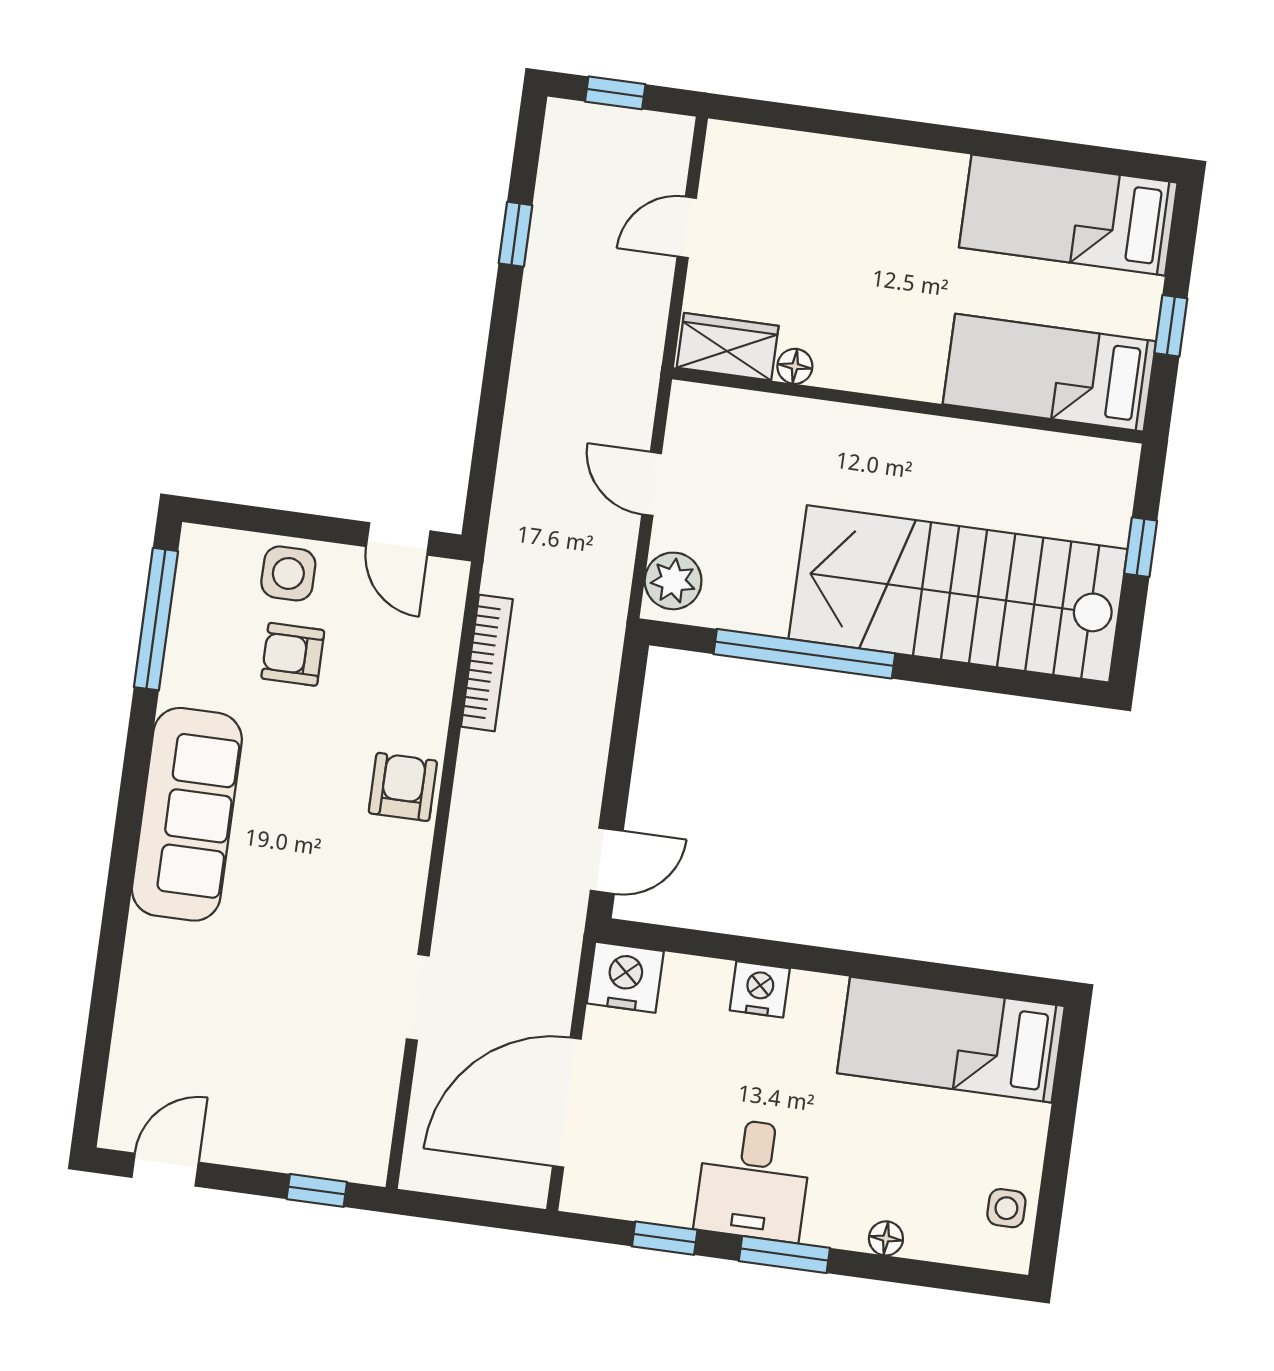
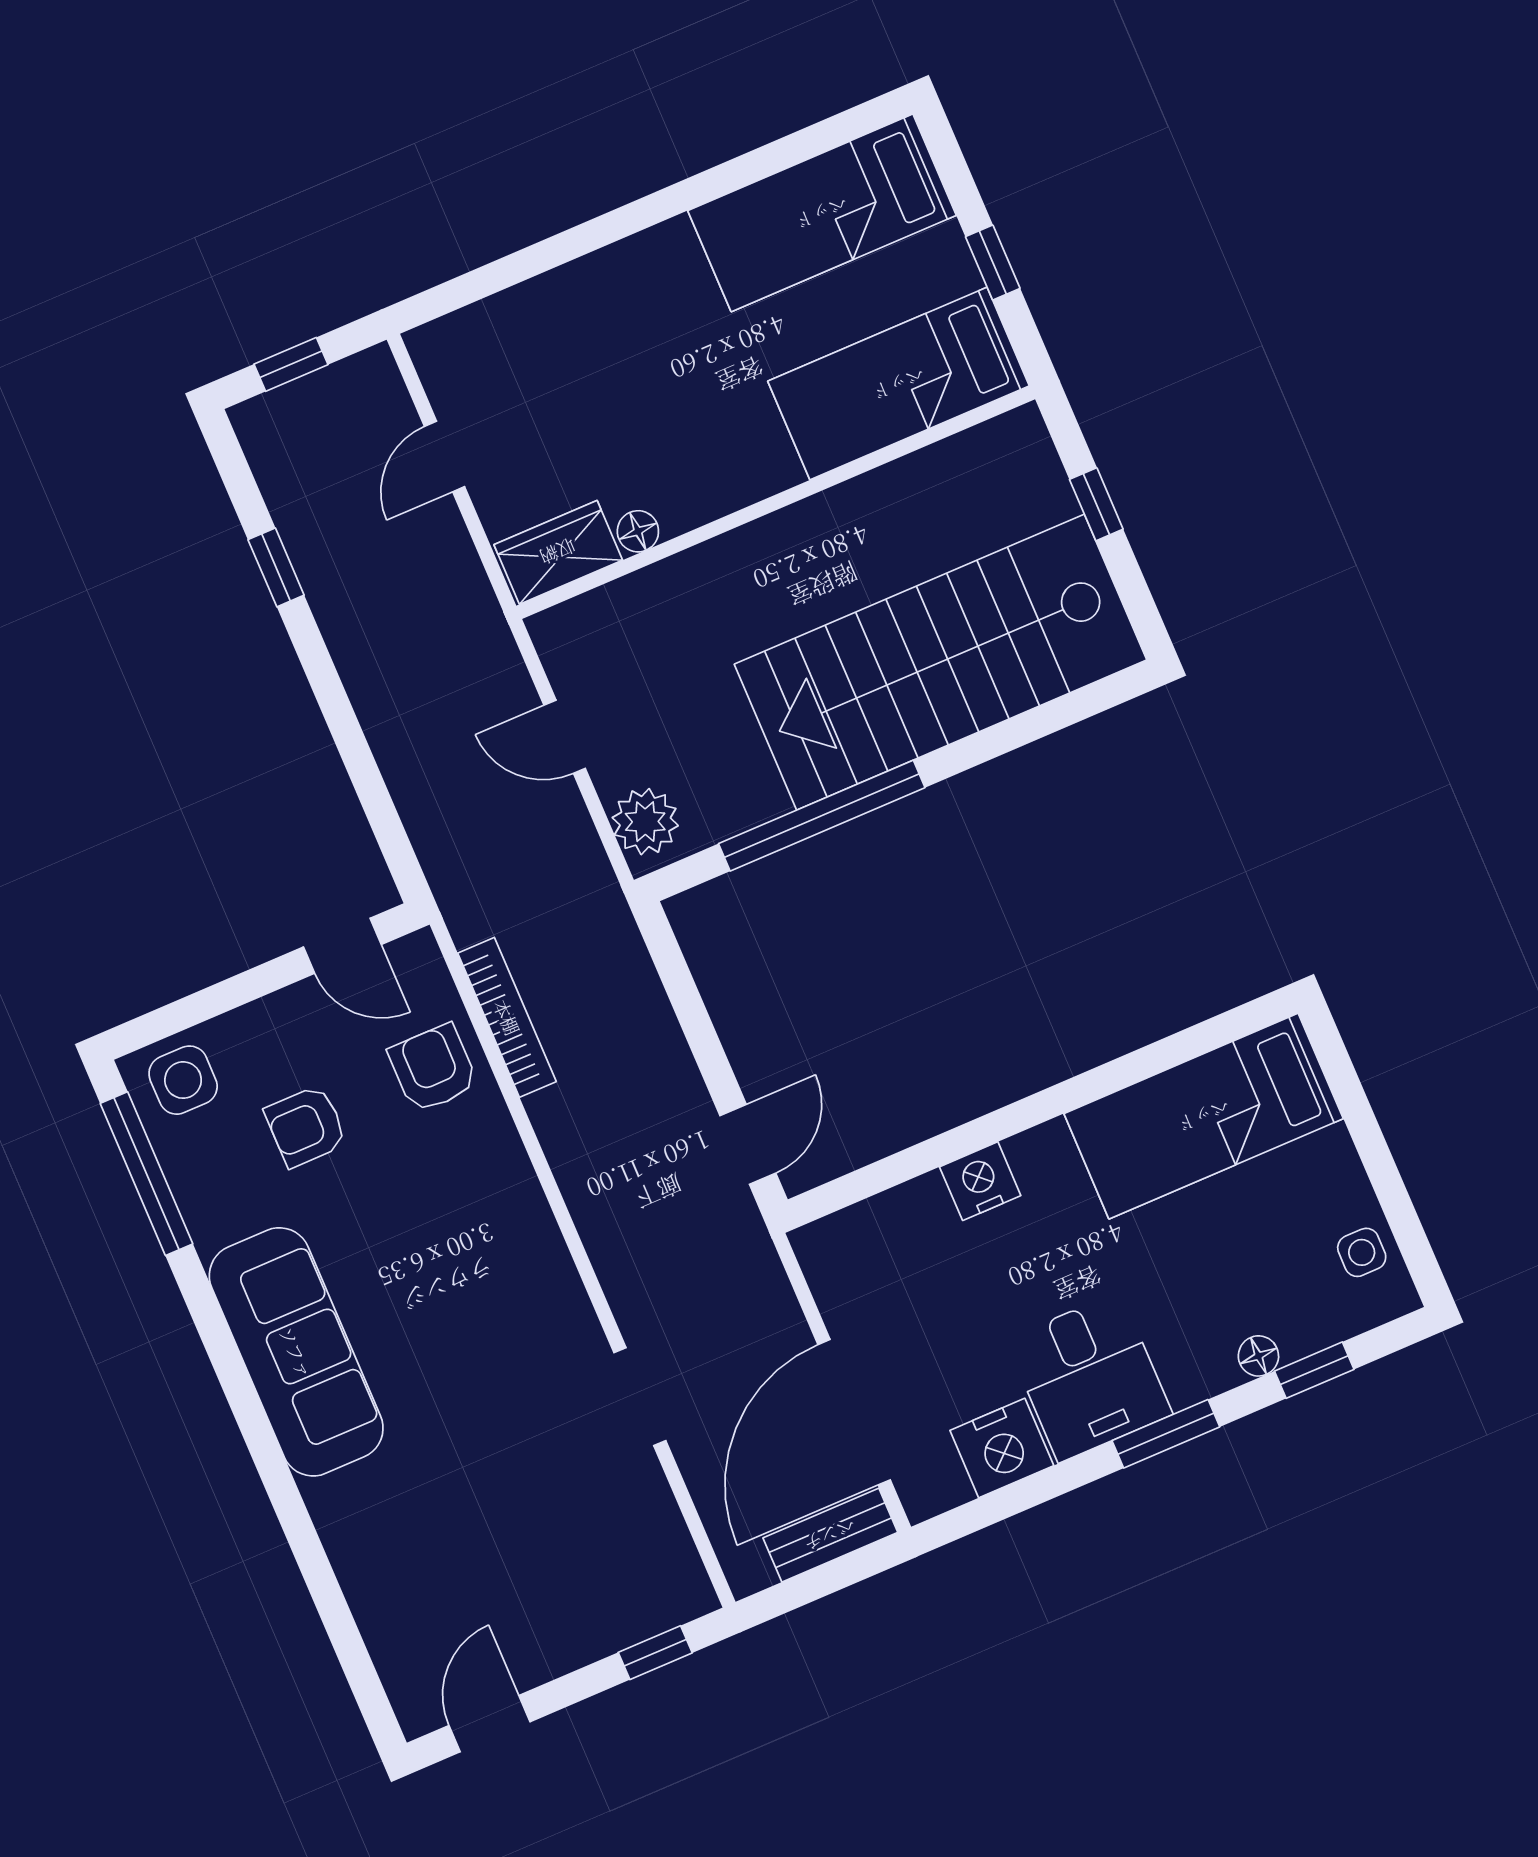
side table: (288, 573) -> (183, 1080), moved
armchair: (403, 787) -> (433, 1068), moved
nightstand: (625, 977) -> (1002, 1448), moved, turned 180
bench: (496, 1181) -> (830, 1535), added
window: (665, 1238) -> (1314, 1370), moved

